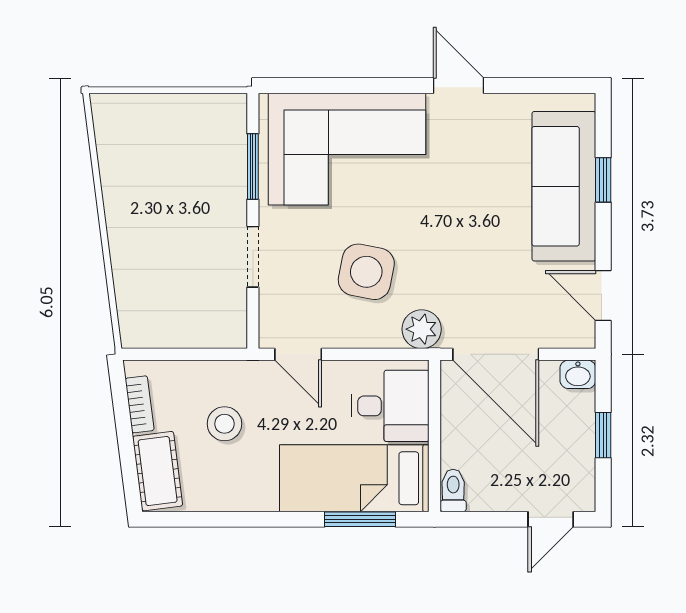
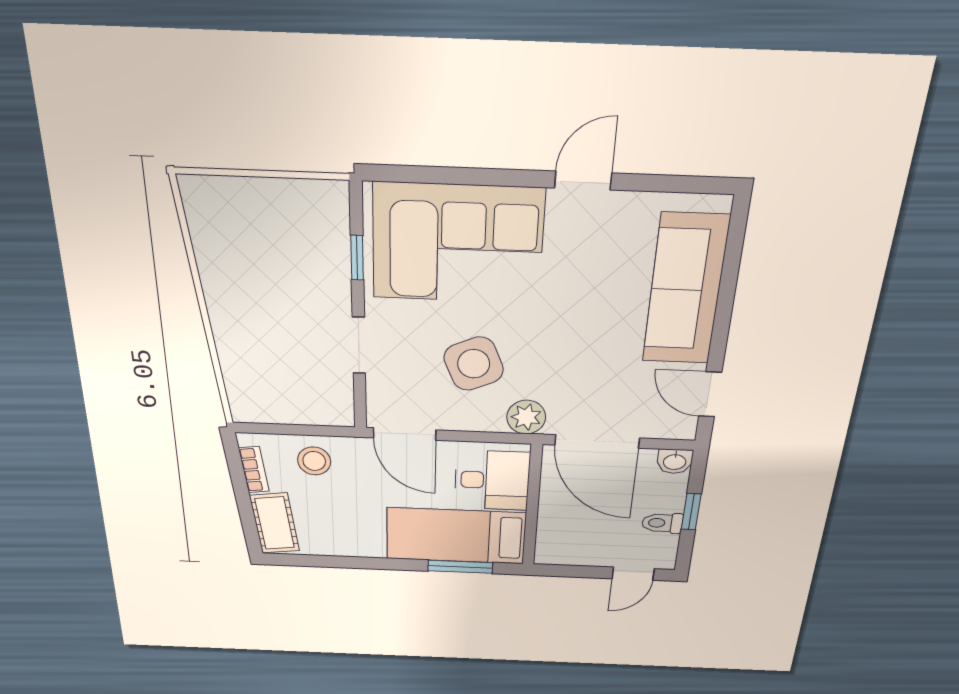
door: (458, 86) -> (583, 180), hinge flipped
window: (253, 167) -> (357, 258), width x0.67
window: (603, 180) -> (728, 285), removed
side table: (366, 272) -> (474, 364), turned -34
door: (298, 354) -> (405, 434), width x1.38
stool: (224, 424) -> (314, 461), moved
toilet: (453, 491) -> (662, 523), moved, turned -90

